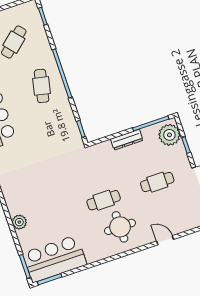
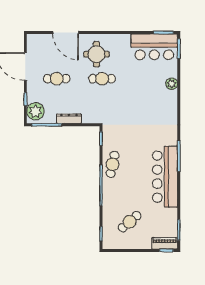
cafe table: (42, 86) -> (113, 164), moved
door: (165, 240) -> (66, 33), width x1.87

